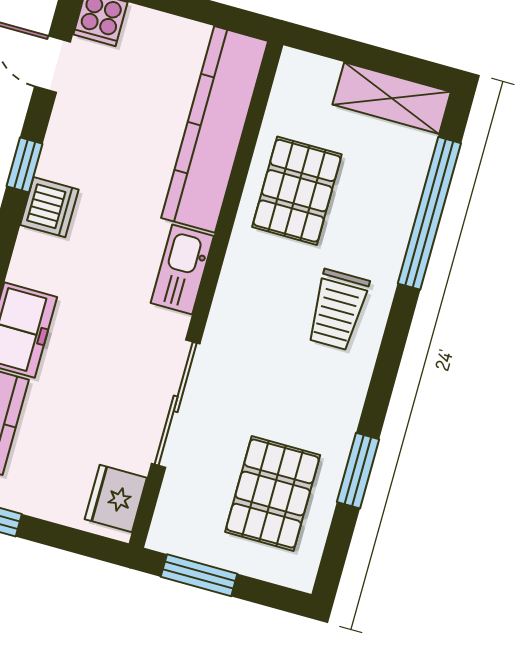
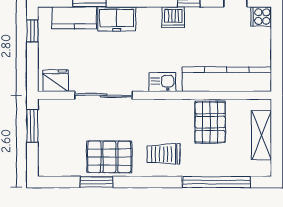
shelving: (392, 98) -> (261, 135), moved
pallet: (297, 191) -> (210, 122), turned 90
kitchen sink: (182, 270) -> (162, 82), width x0.73
pallet: (273, 494) -> (109, 157), moved

